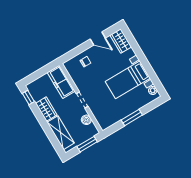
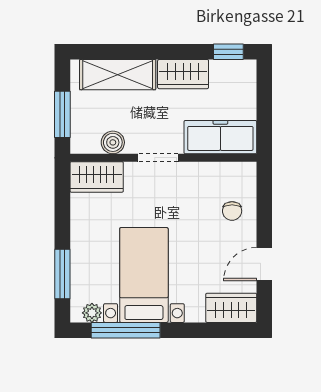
window: (152, 74) -> (126, 330), added
window: (132, 117) -> (62, 274), moved
wardrobe: (102, 118) -> (97, 177), added

